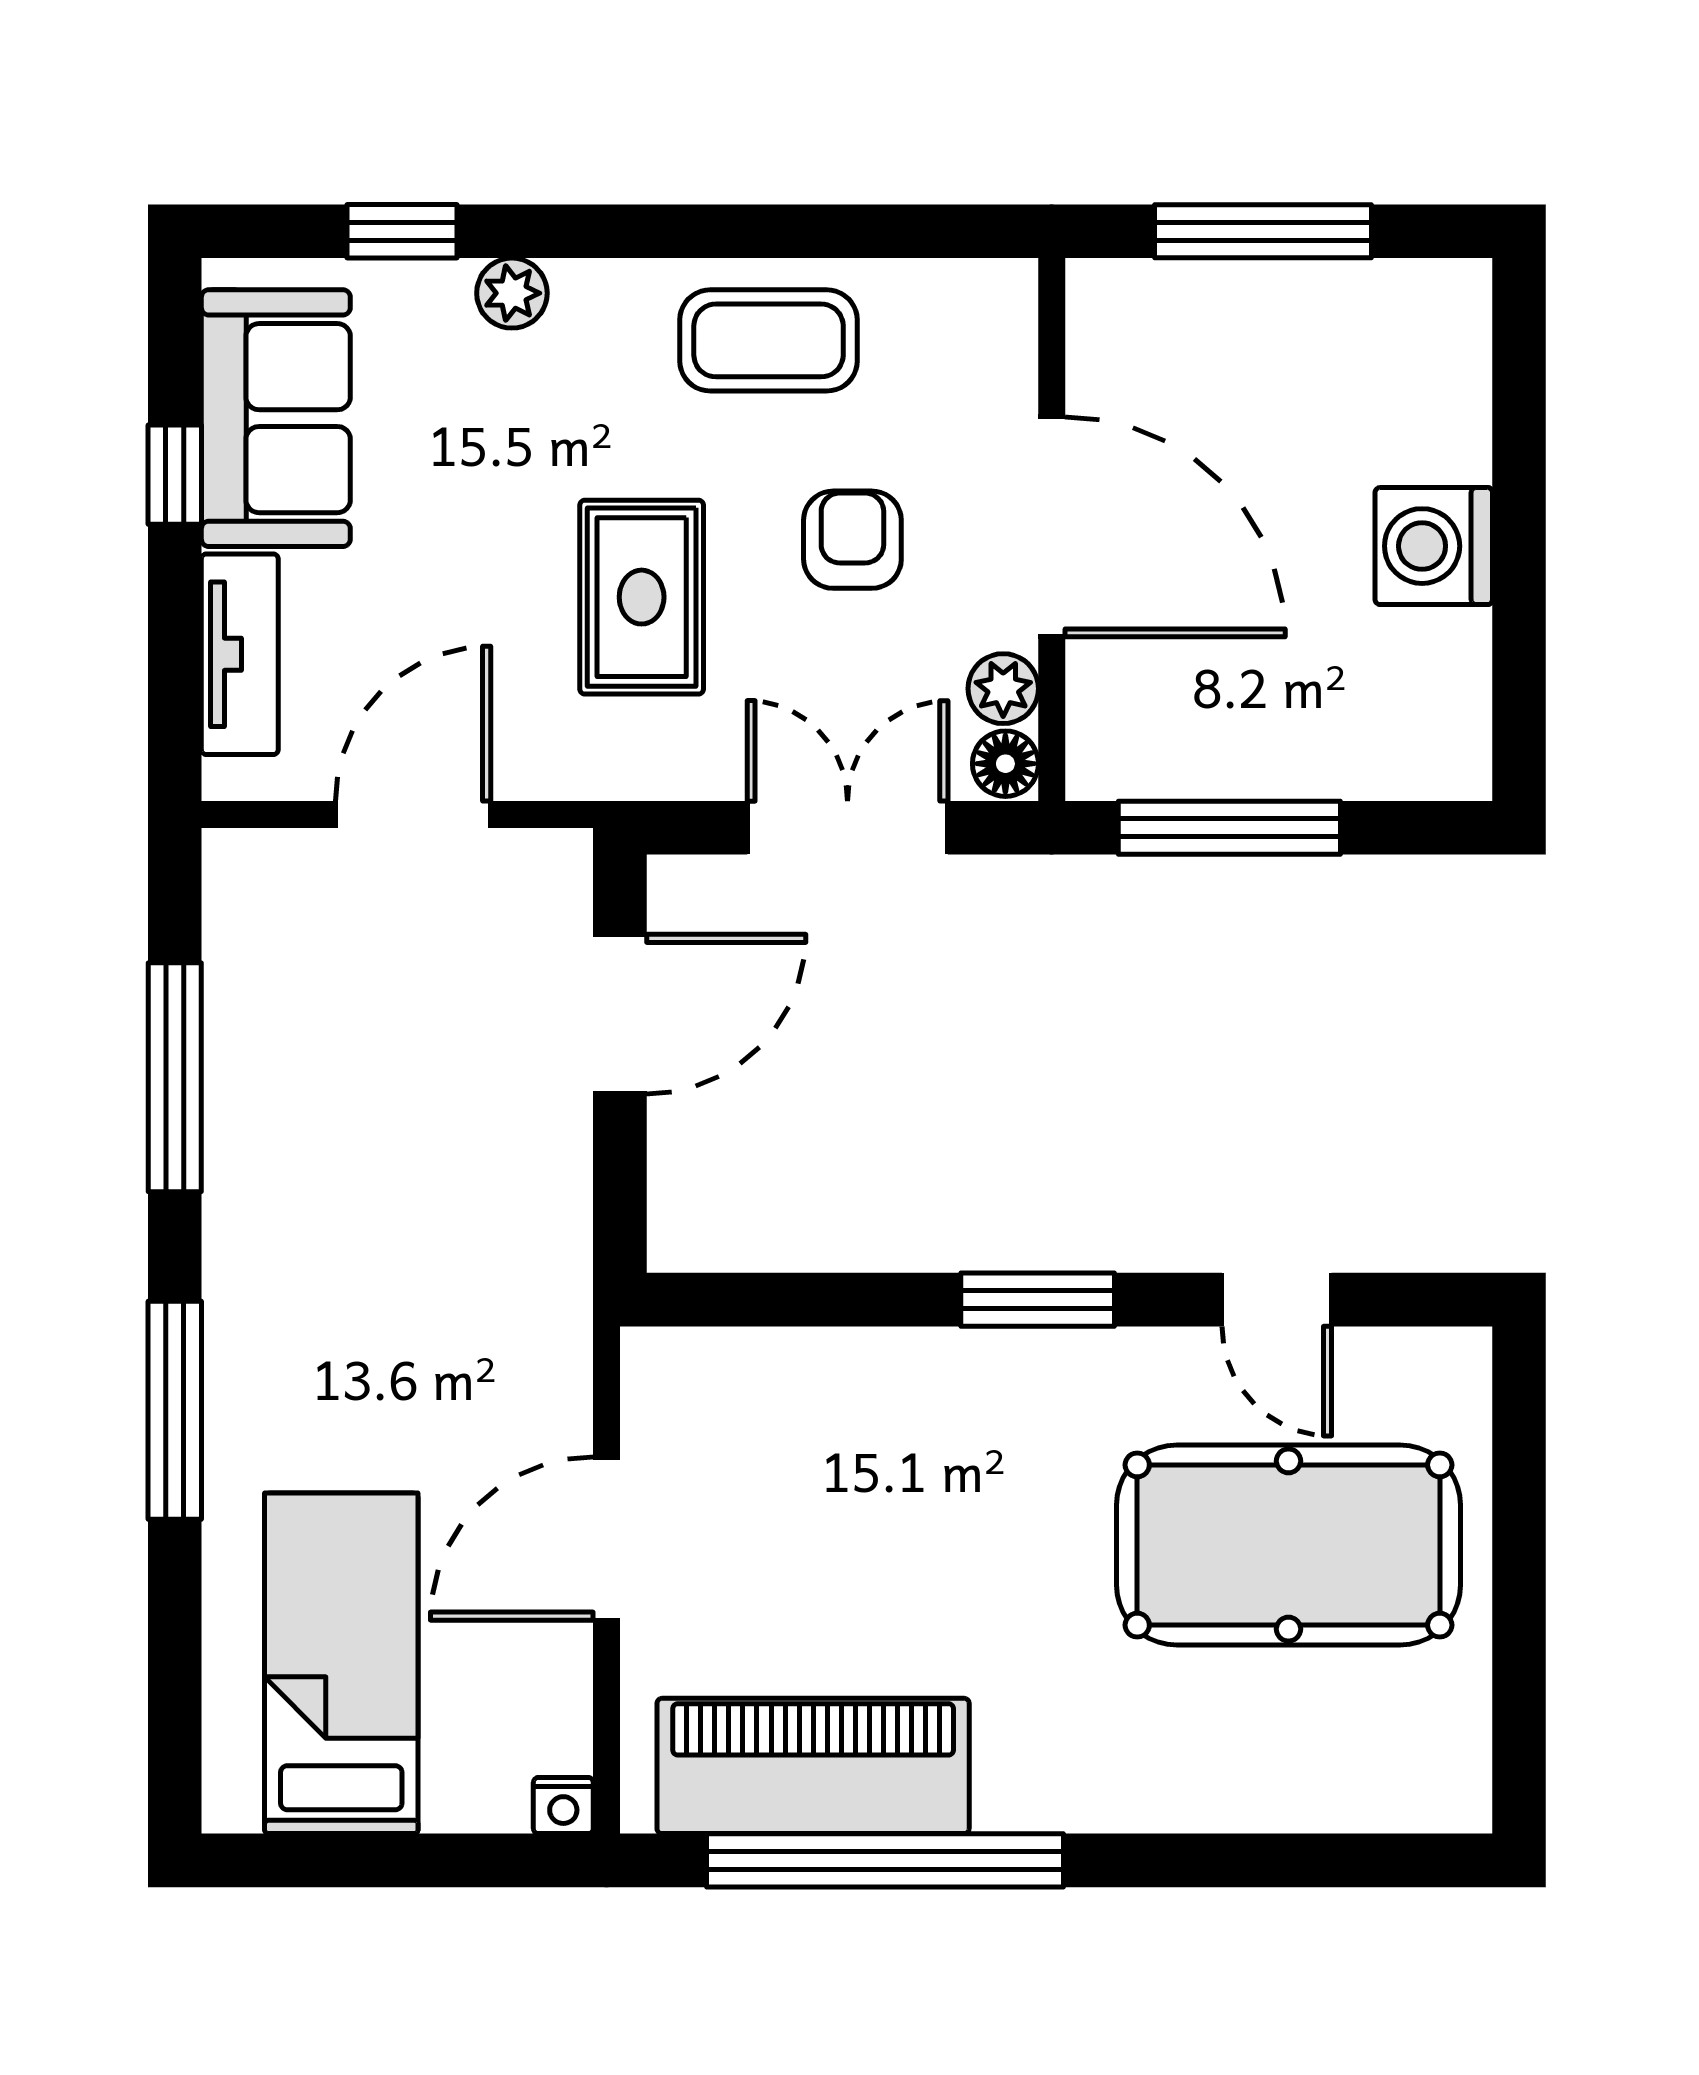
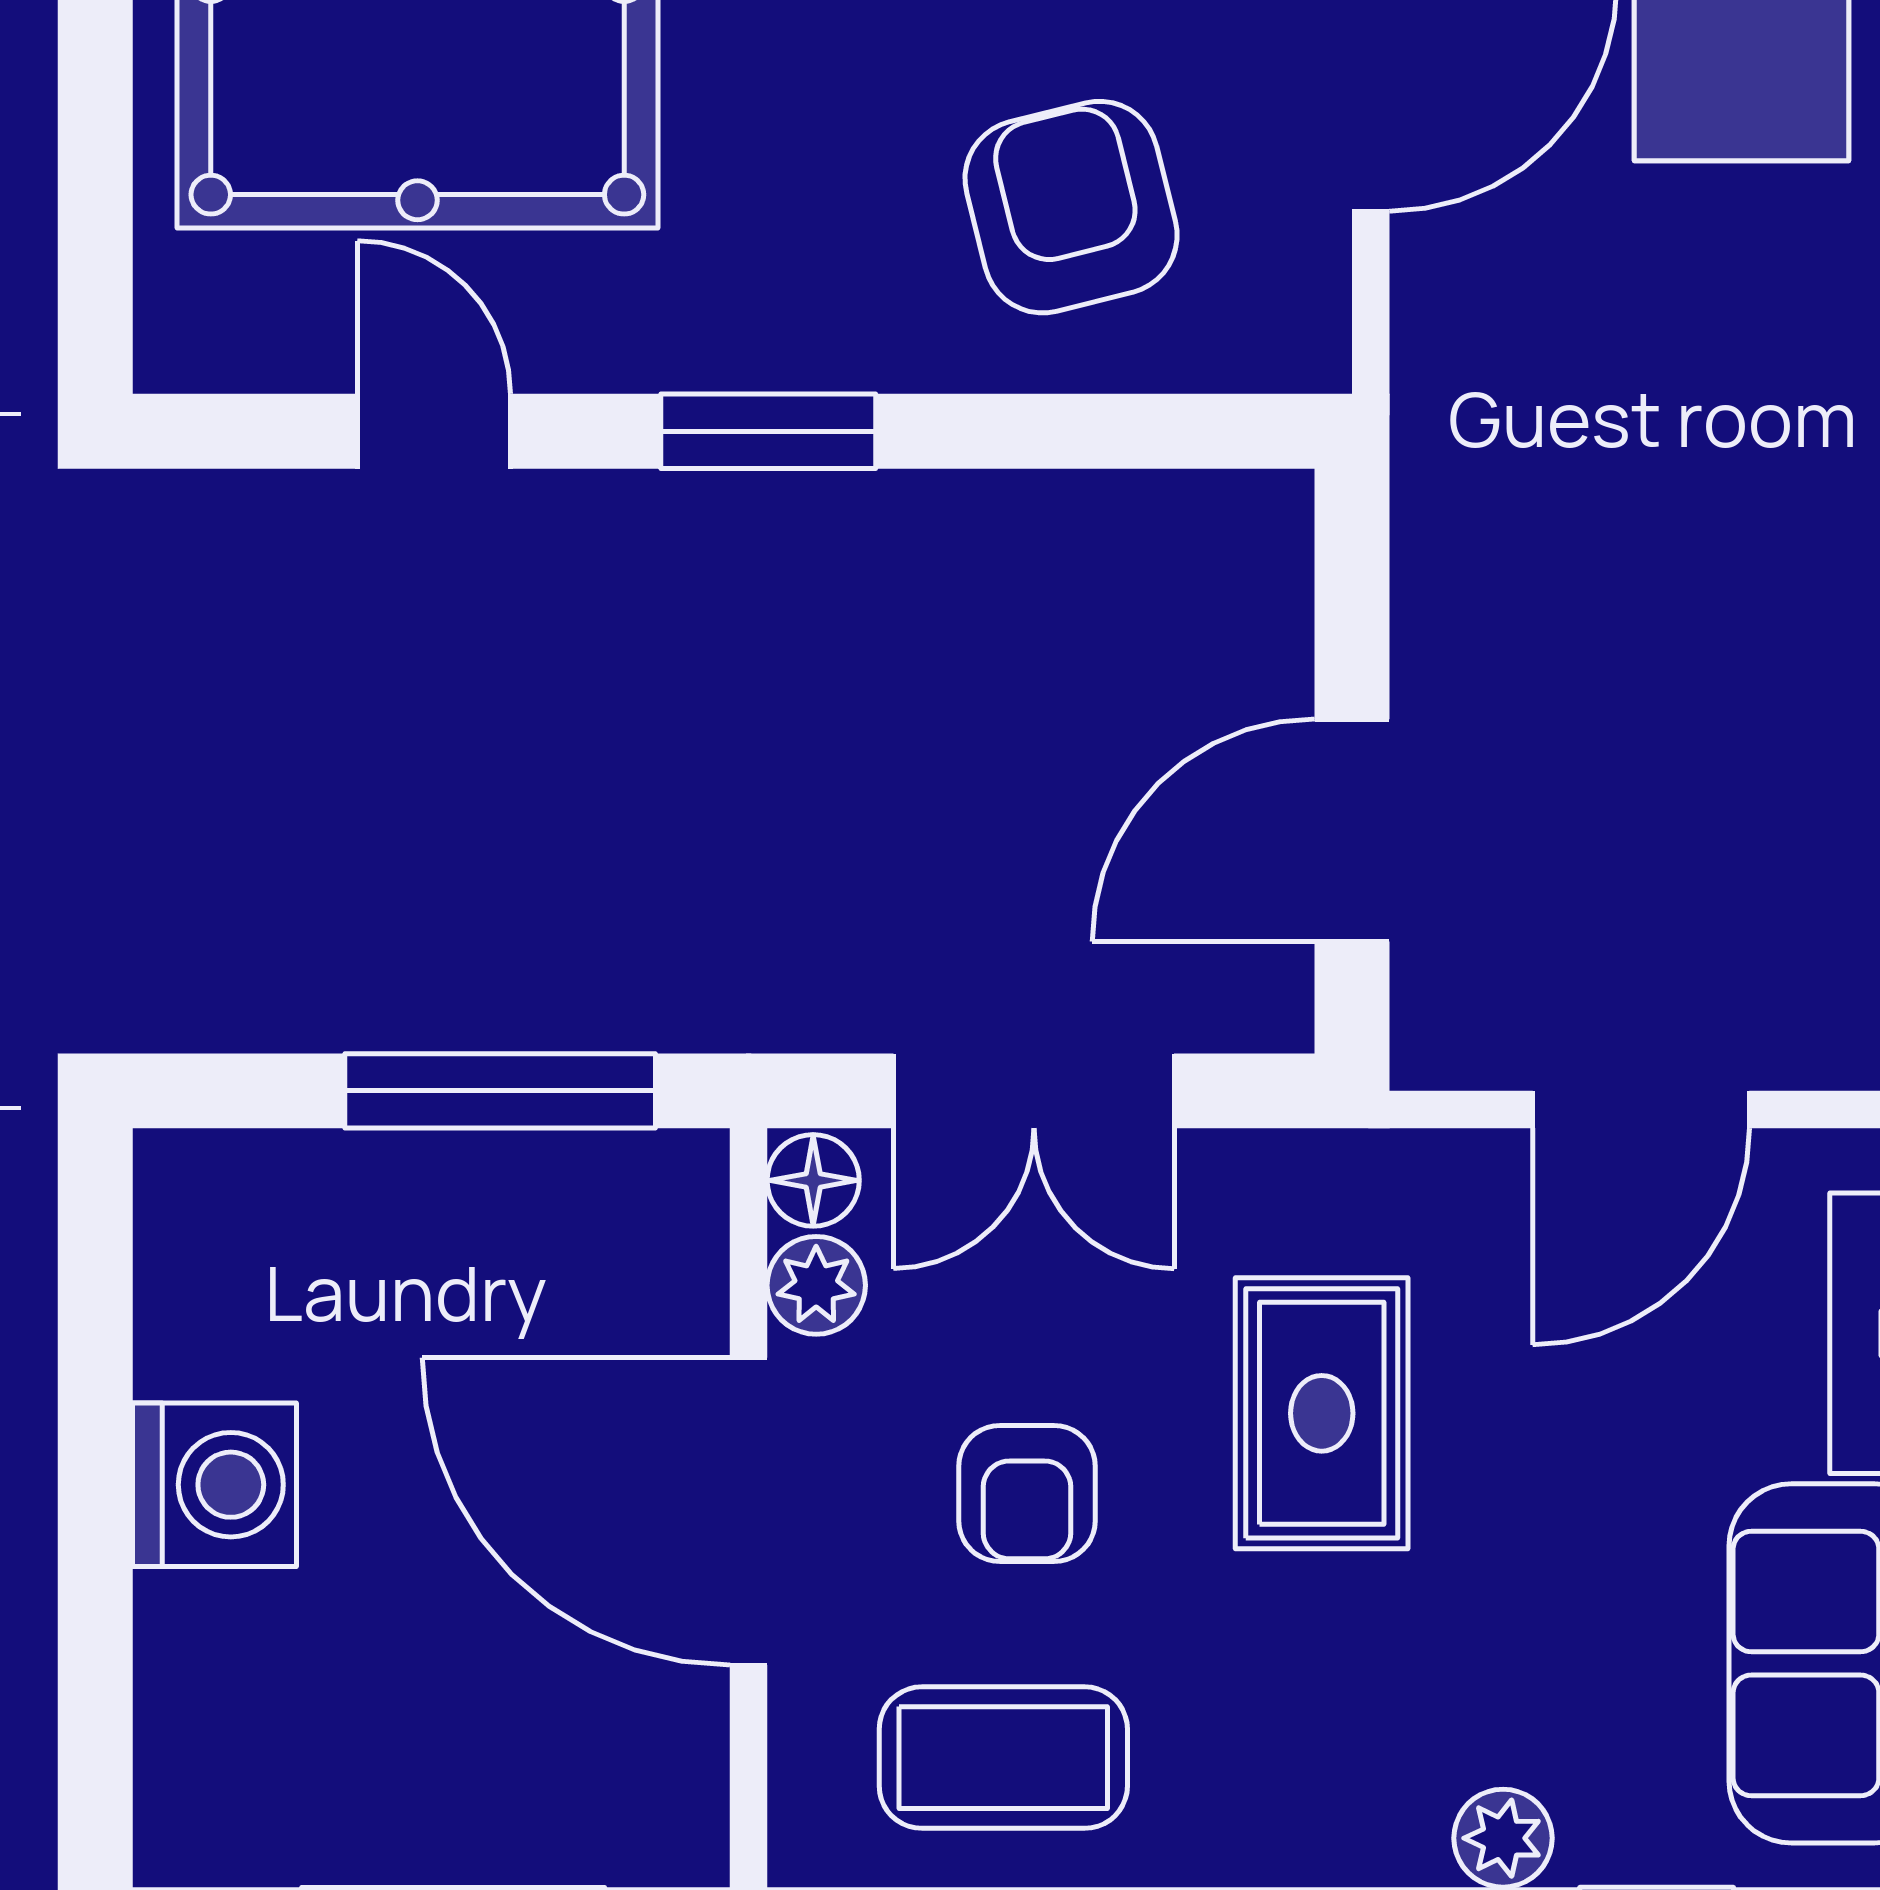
coffee table: (769, 340) -> (1003, 1758), moved
armchair: (821, 1460) -> (1071, 207), added

